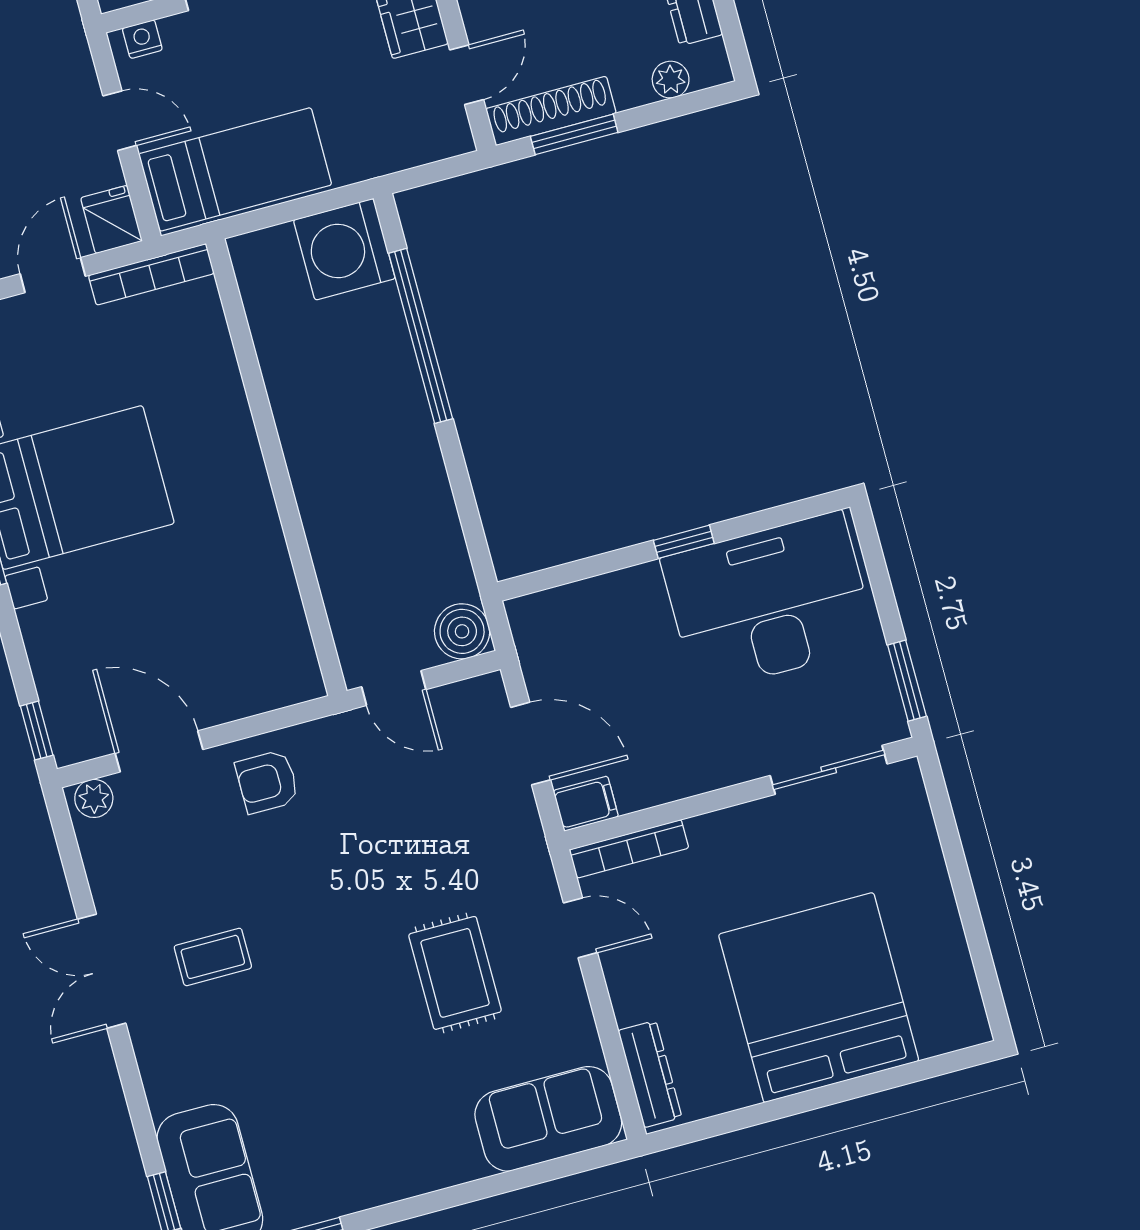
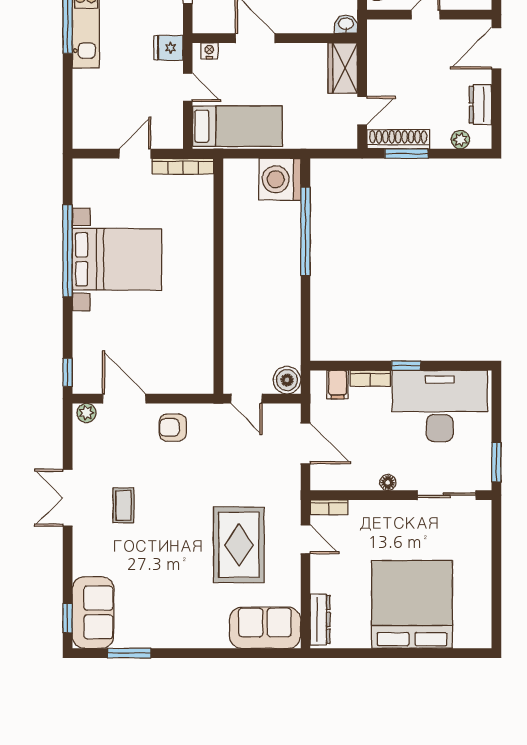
fridge: (111, 219) -> (168, 48), moved, turned -90
bookcase: (621, 585) -> (370, 378), added
floor lamp: (709, 776) -> (388, 482), added
filing cabinet: (586, 804) -> (338, 385), moved, turned 90
bookcase: (629, 849) -> (329, 507), width x0.64
coffee table: (213, 957) -> (123, 505), turned 90
rug: (455, 973) -> (239, 545), width x1.36, depth x1.43

